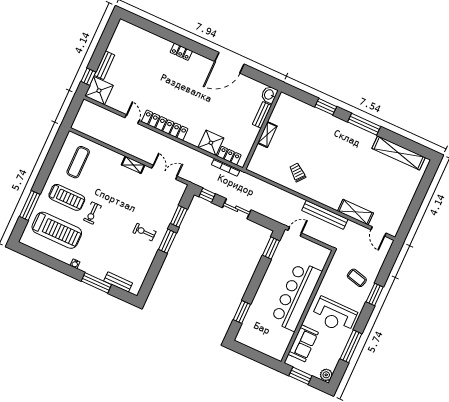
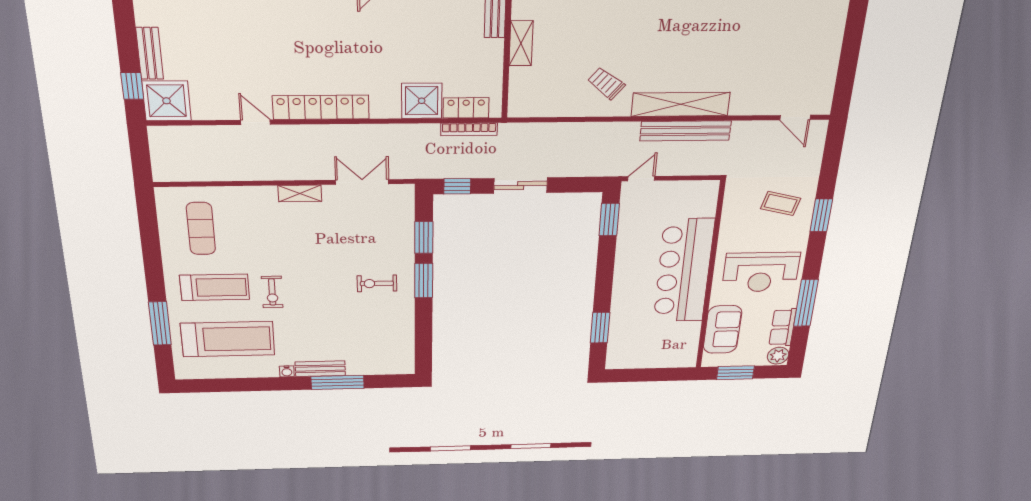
shelving: (355, 212) -> (681, 104), moved, width x1.47
bench: (118, 282) -> (320, 369), moved
row of seats: (334, 357) -> (783, 327), added

